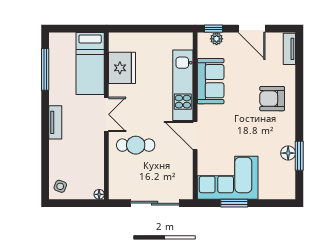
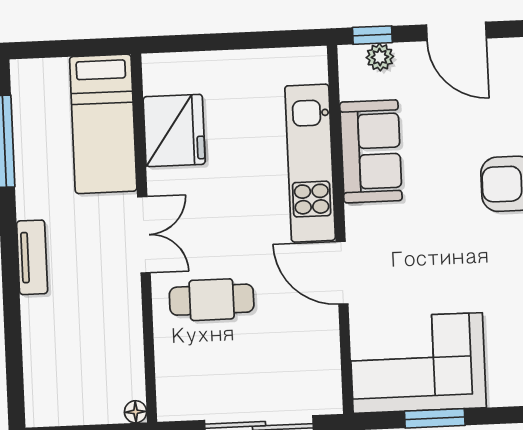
side table: (60, 186) -> (49, 398), removed

